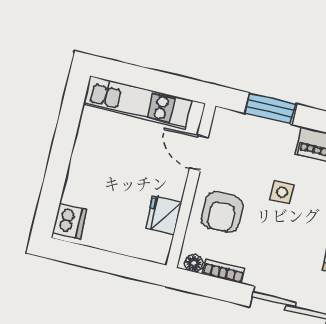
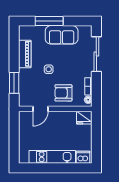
kitchen unit: (138, 102) -> (52, 157), moved, turned -90
armchair: (222, 212) -> (63, 93), turned 180
fridge: (164, 215) -> (84, 118), moved

